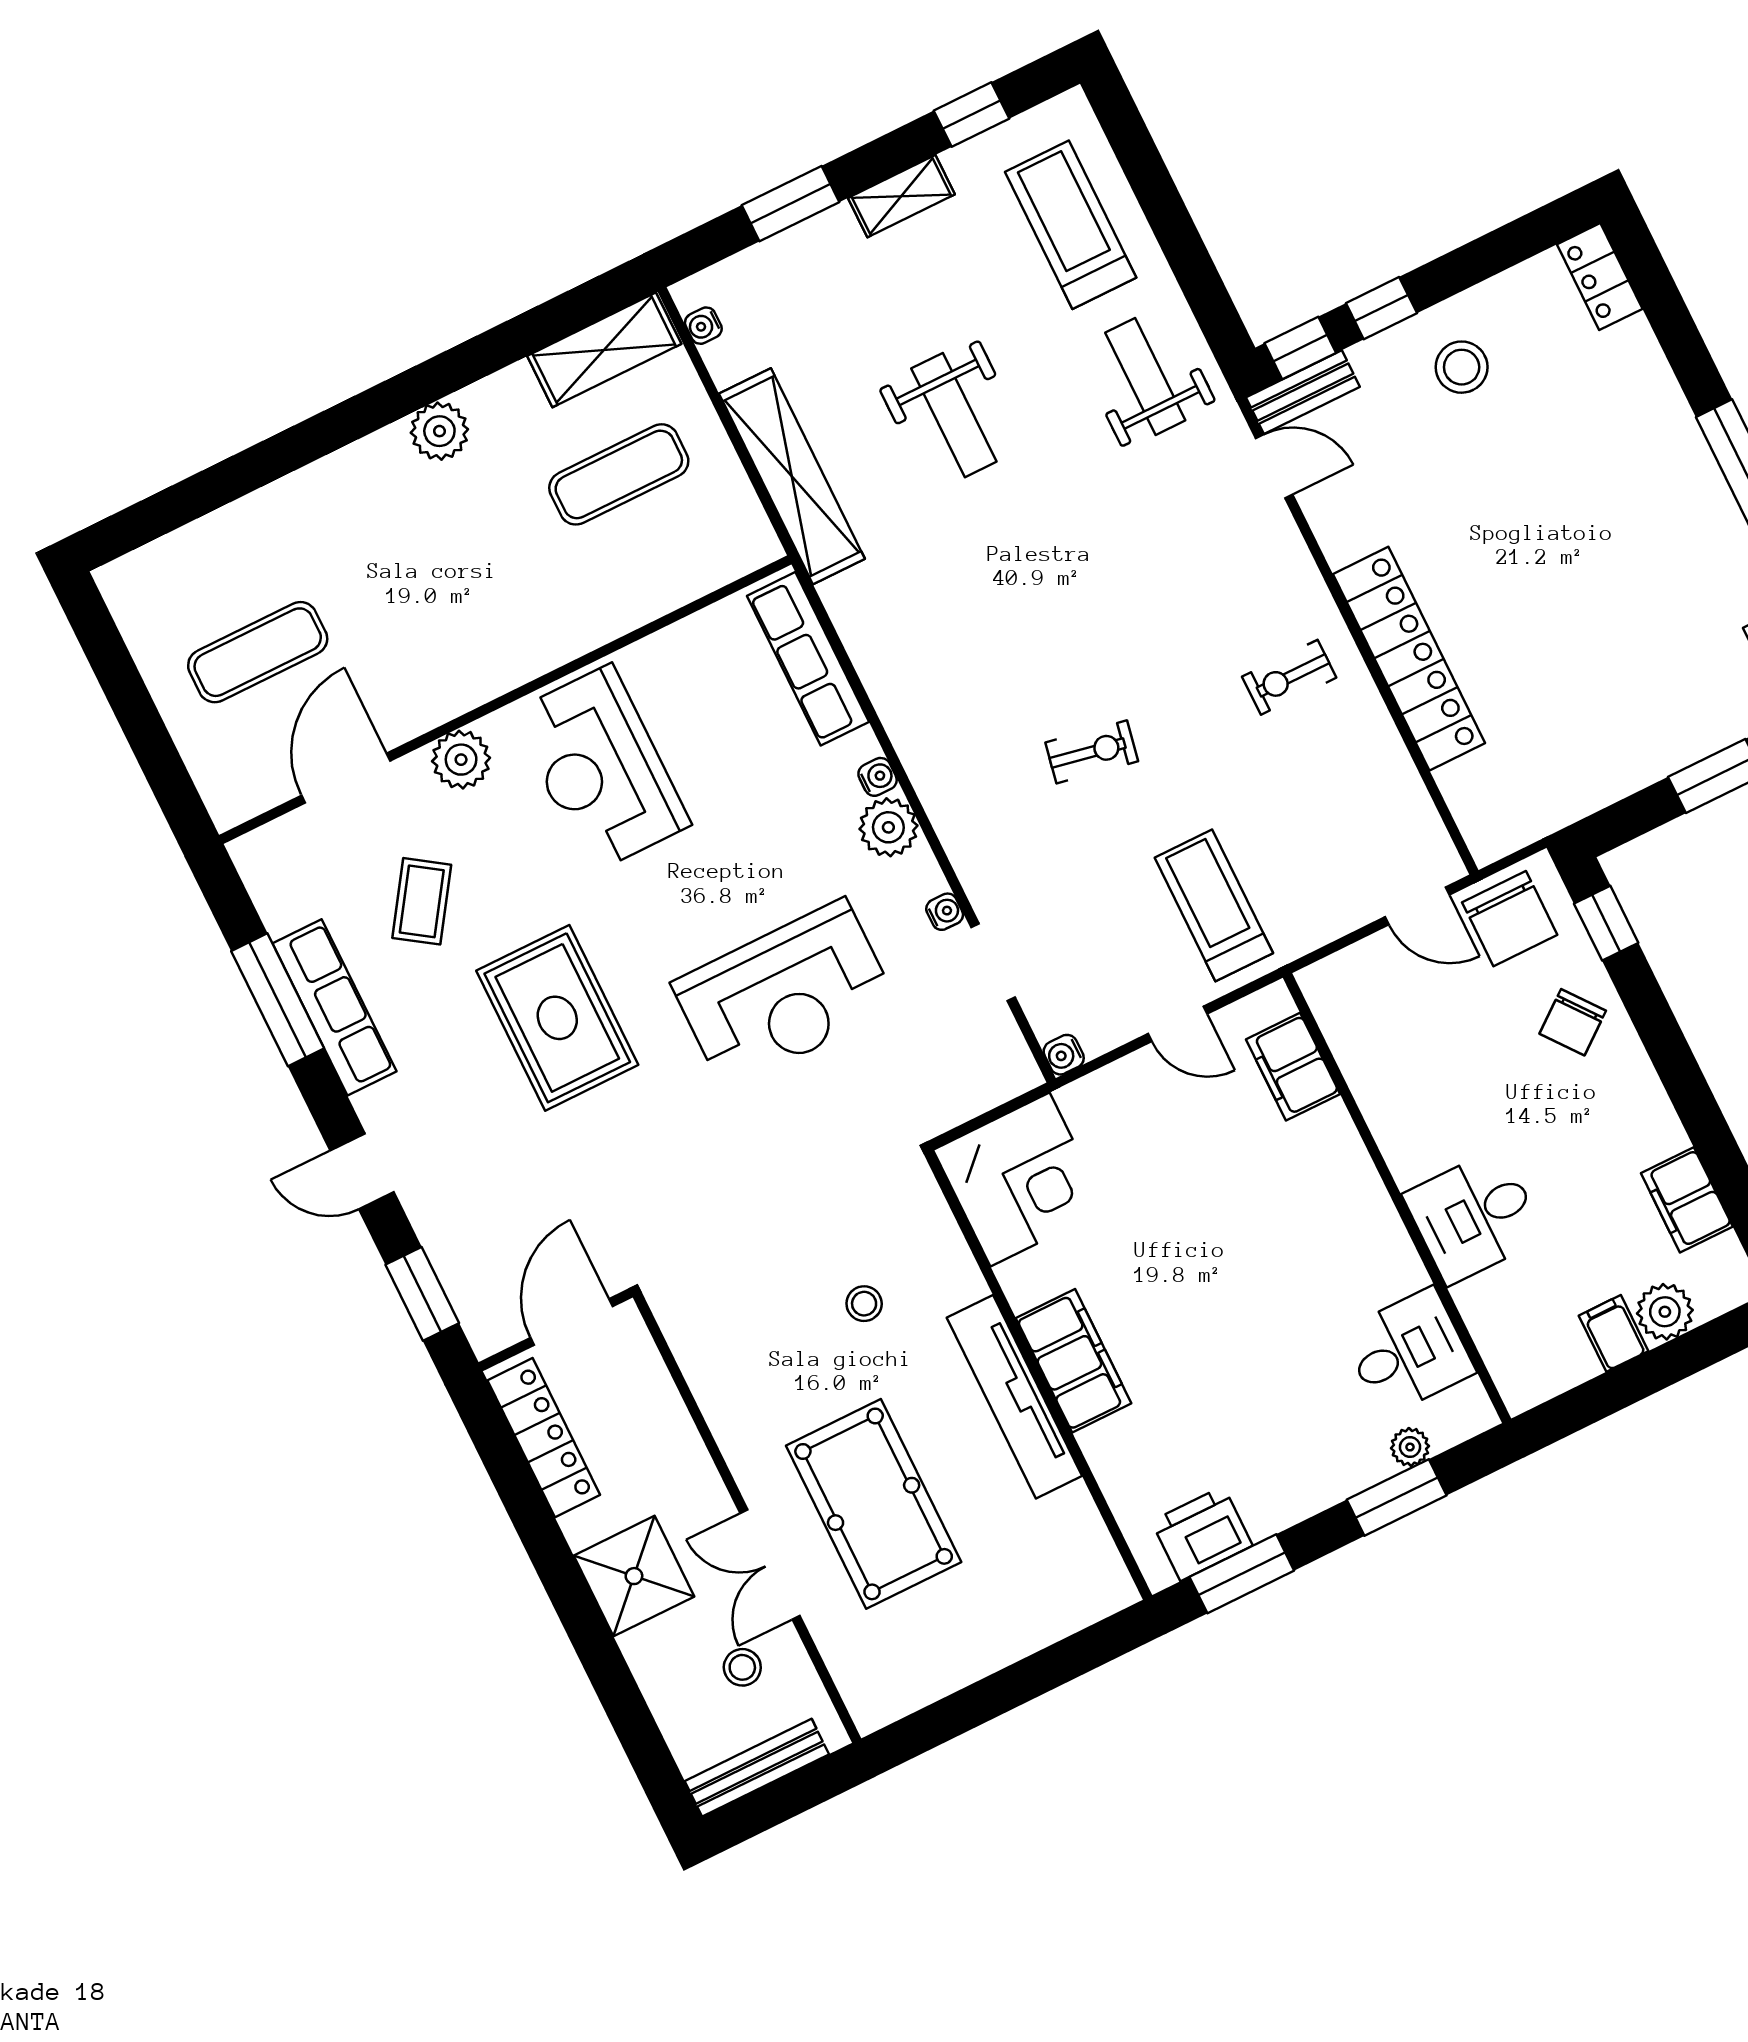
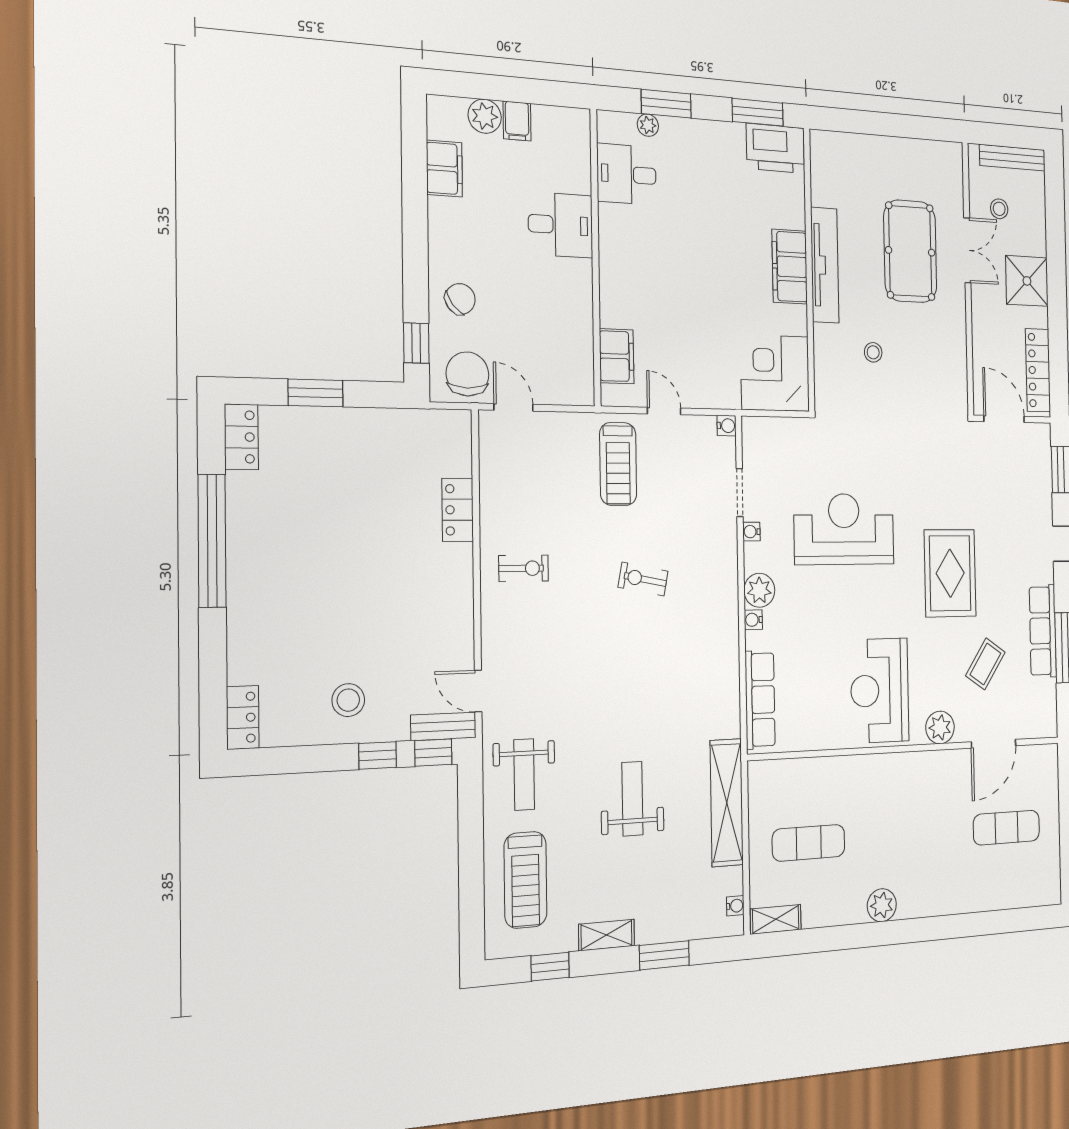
shelving: (604, 350) -> (776, 919), width x0.67, depth x0.75
locker: (1409, 659) -> (458, 510), width x0.46, depth x0.83
reception desk: (601, 769) -> (880, 690), turned 180
door: (572, 1322) -> (1004, 419), swing flipped
printer: (1202, 1533) -> (775, 148), width x1.37, depth x1.19

